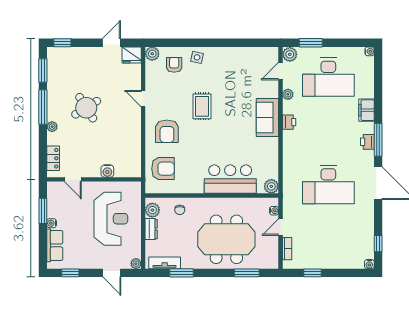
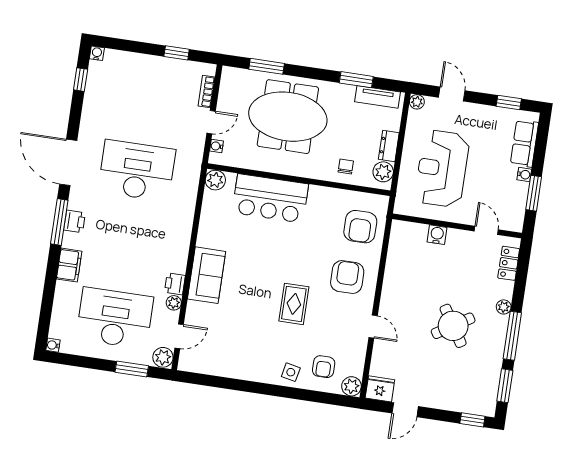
printer: (289, 122) -> (175, 284), moved
armchair: (163, 169) -> (360, 227), turned -90

